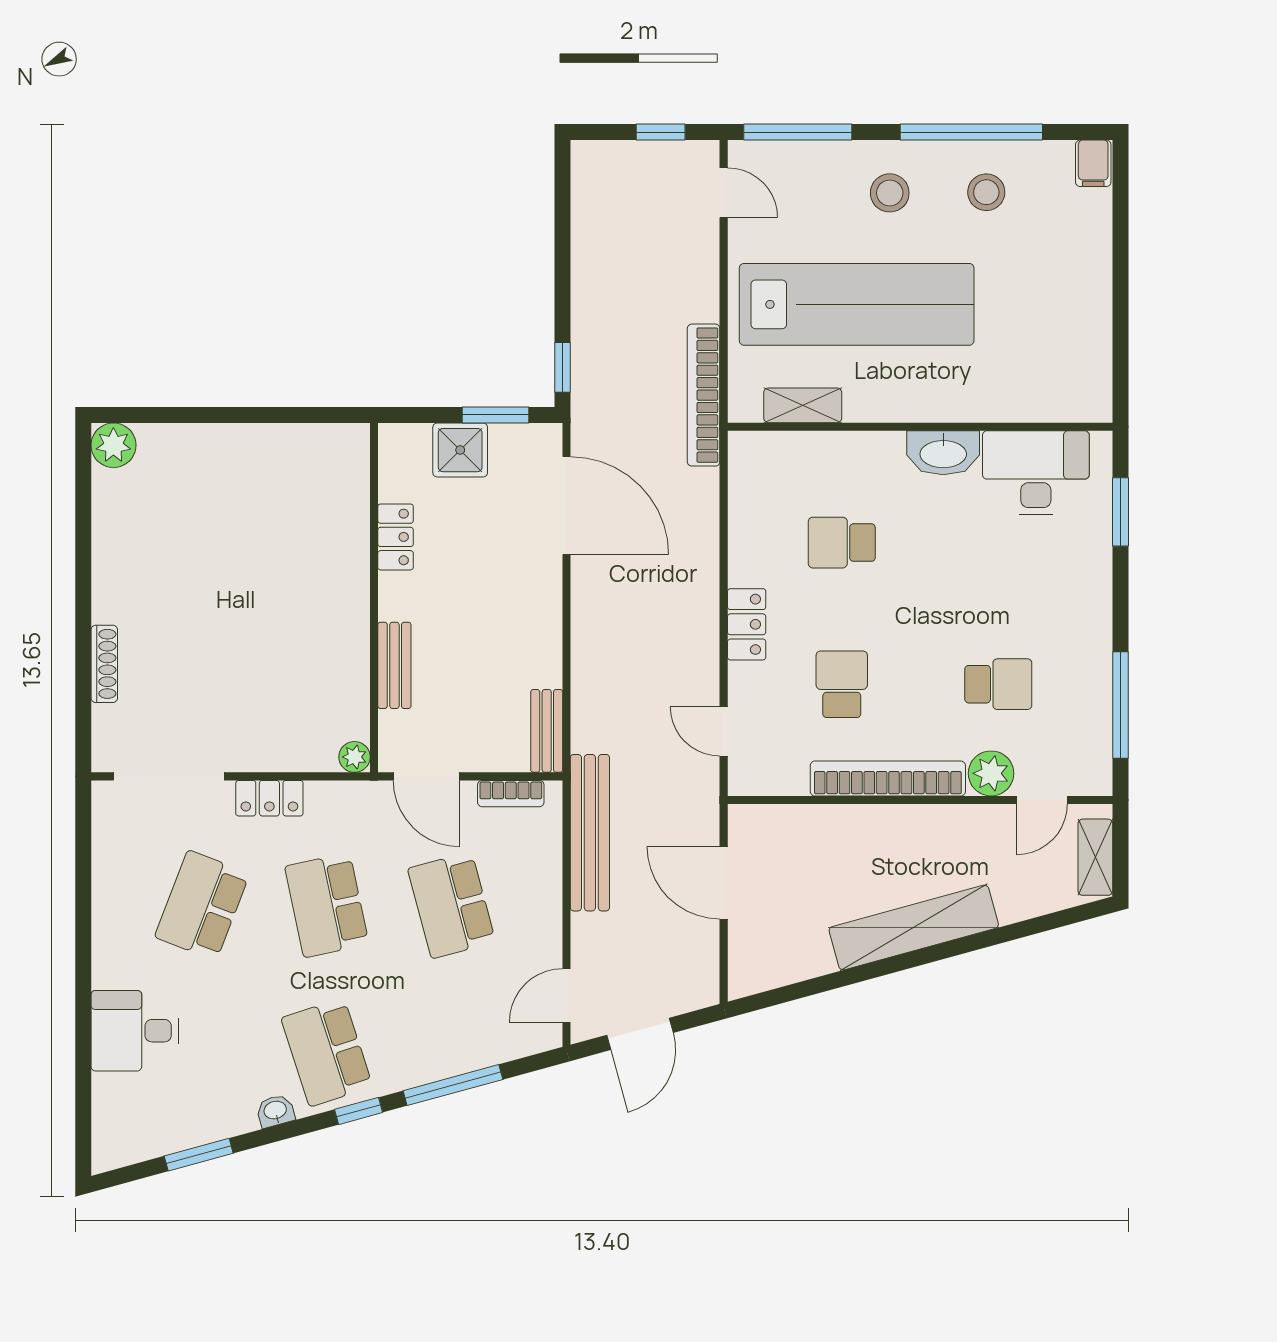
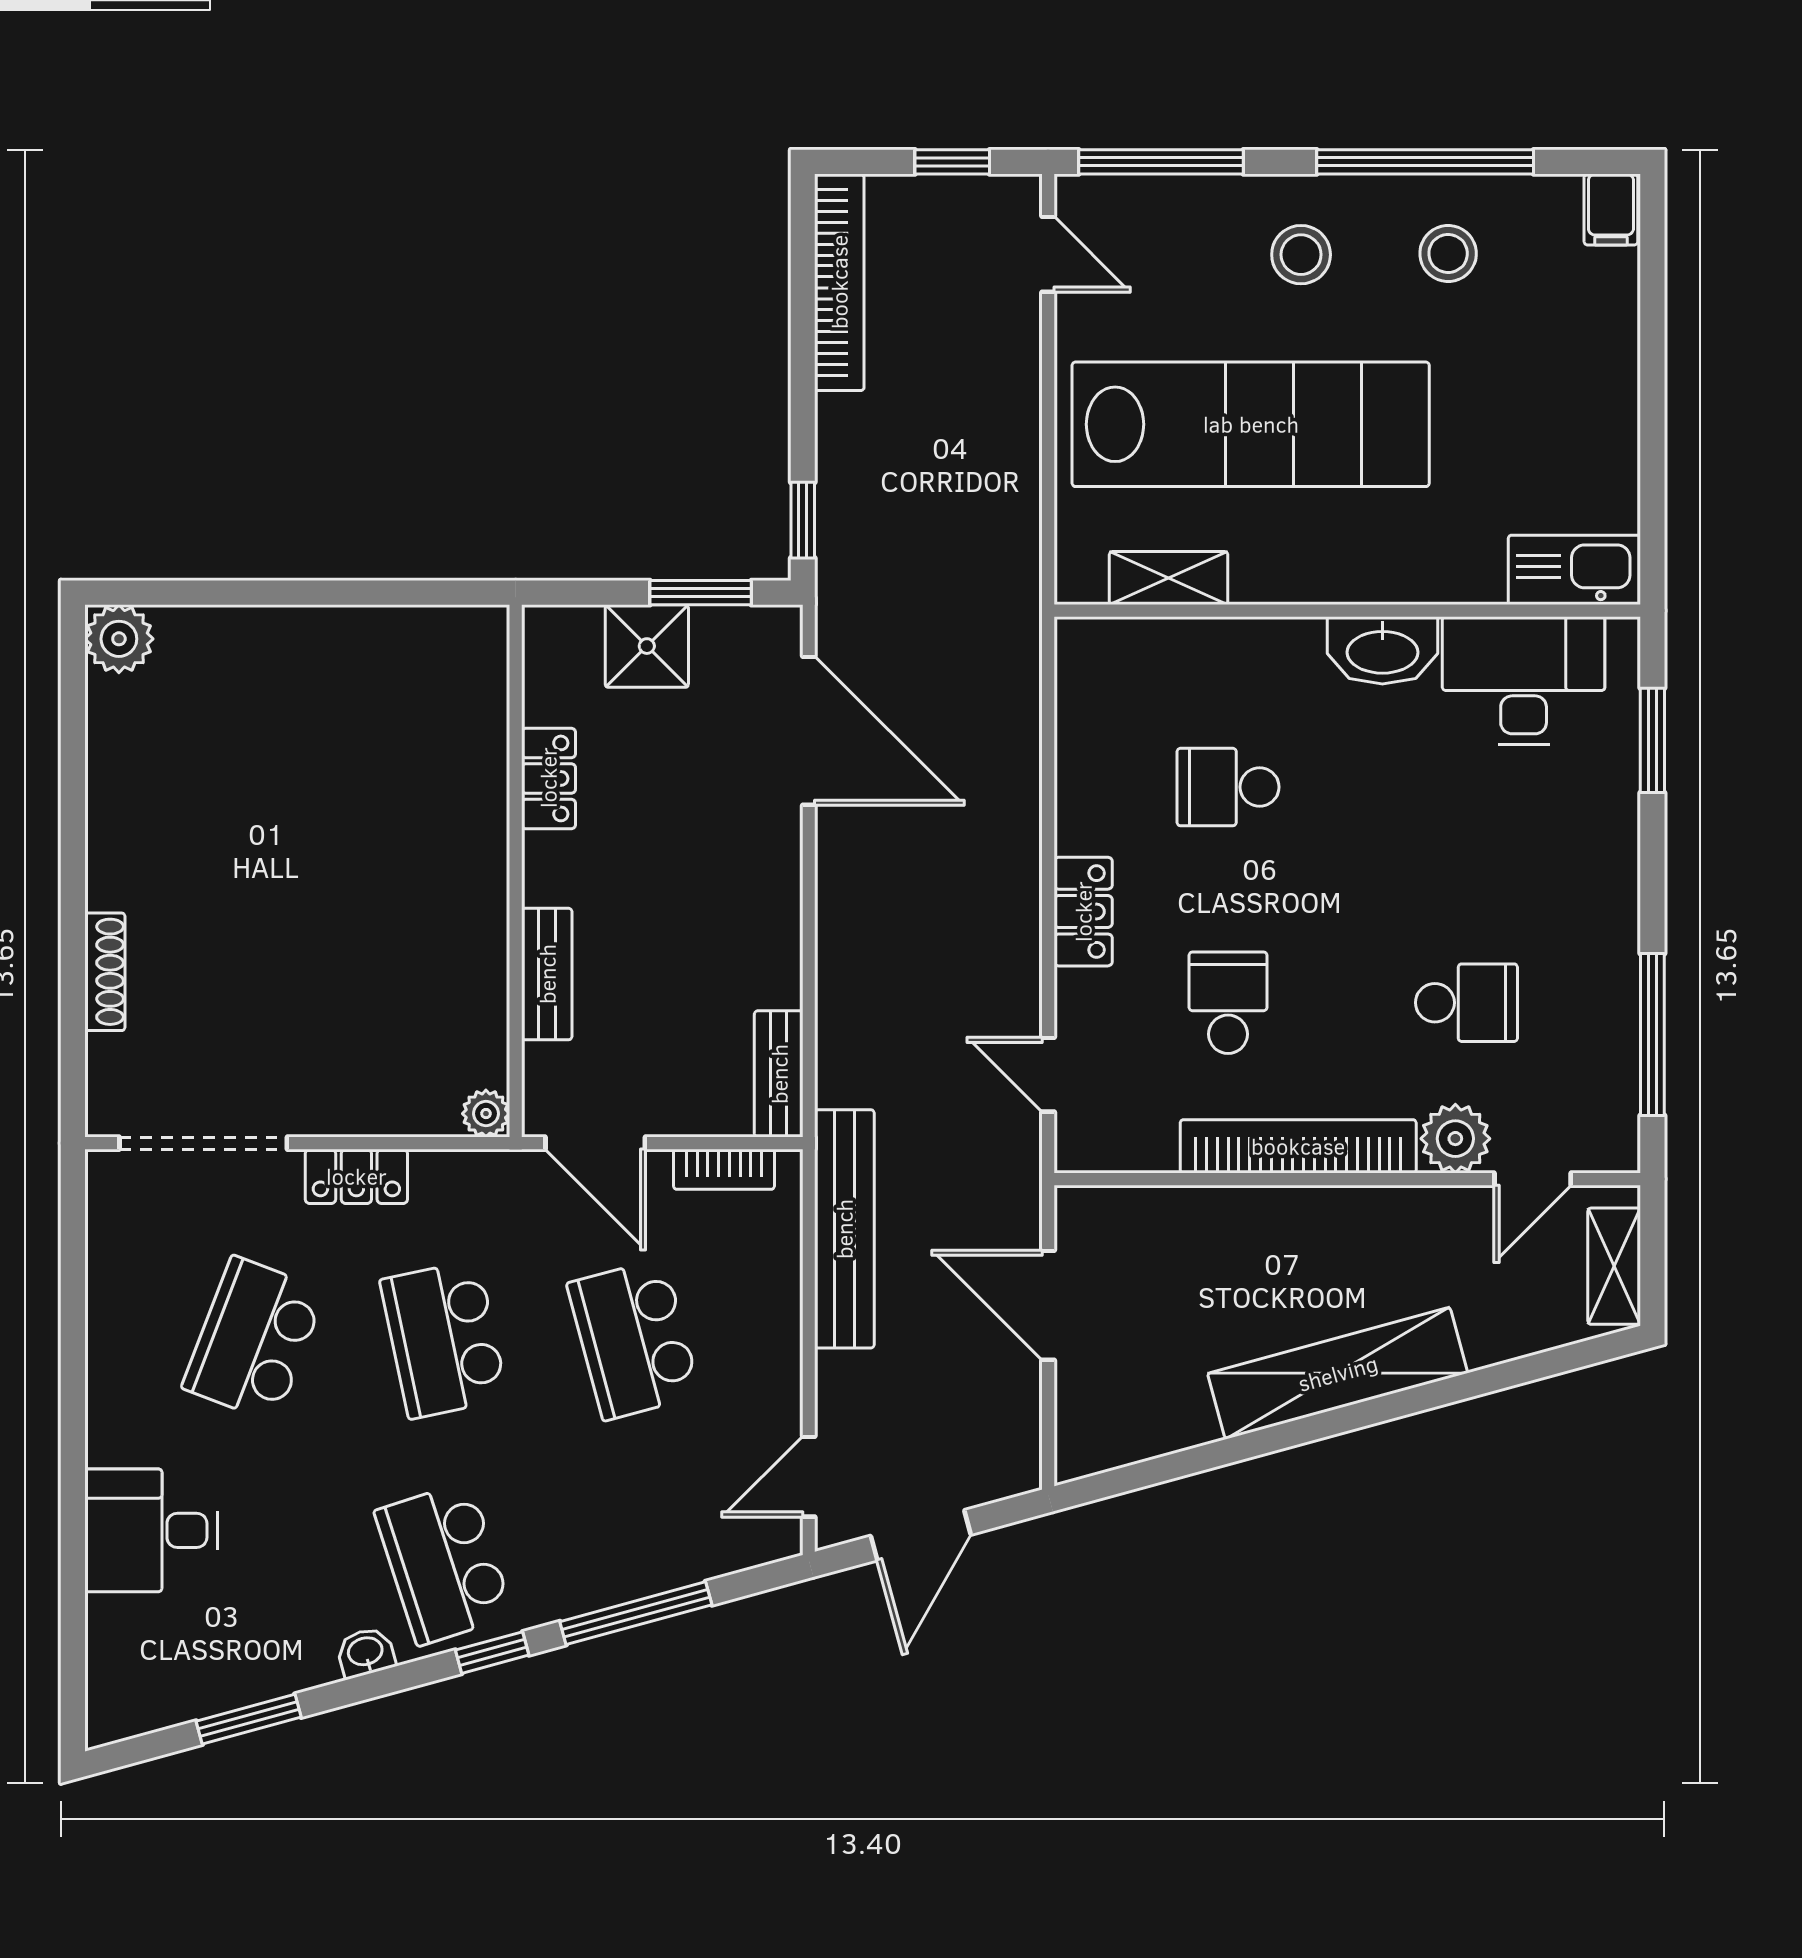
bookcase: (704, 395) -> (839, 282), moved, turned 180
kitchen sink: (1069, 400) -> (1574, 570), added

